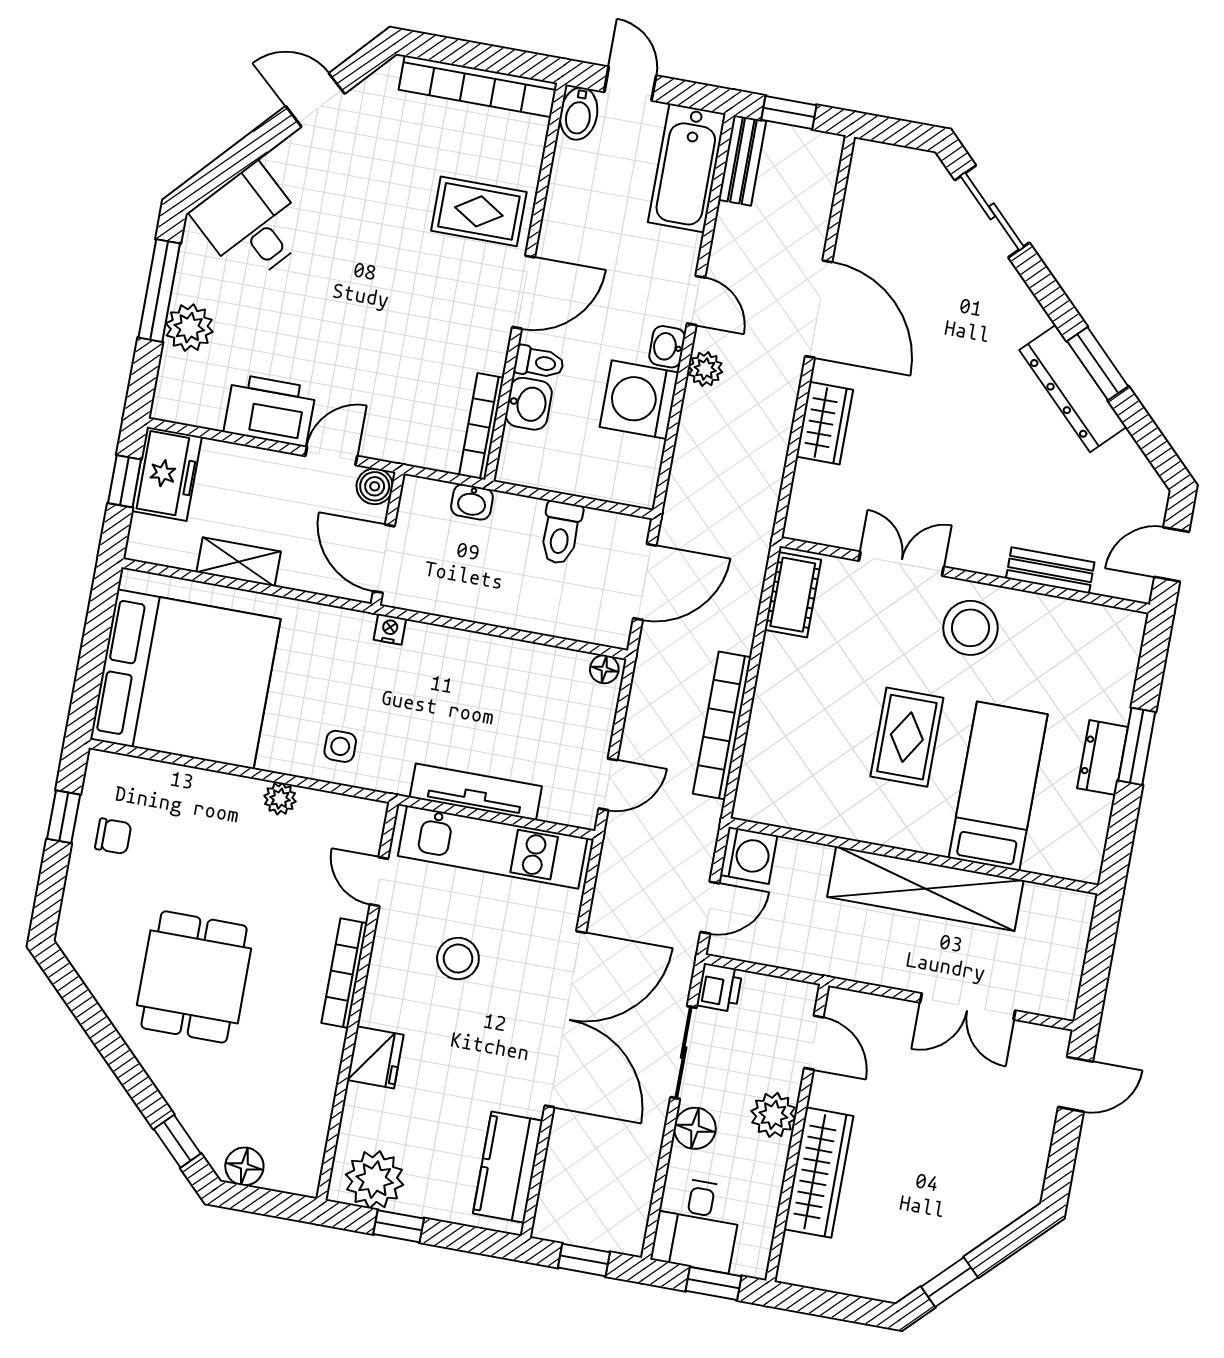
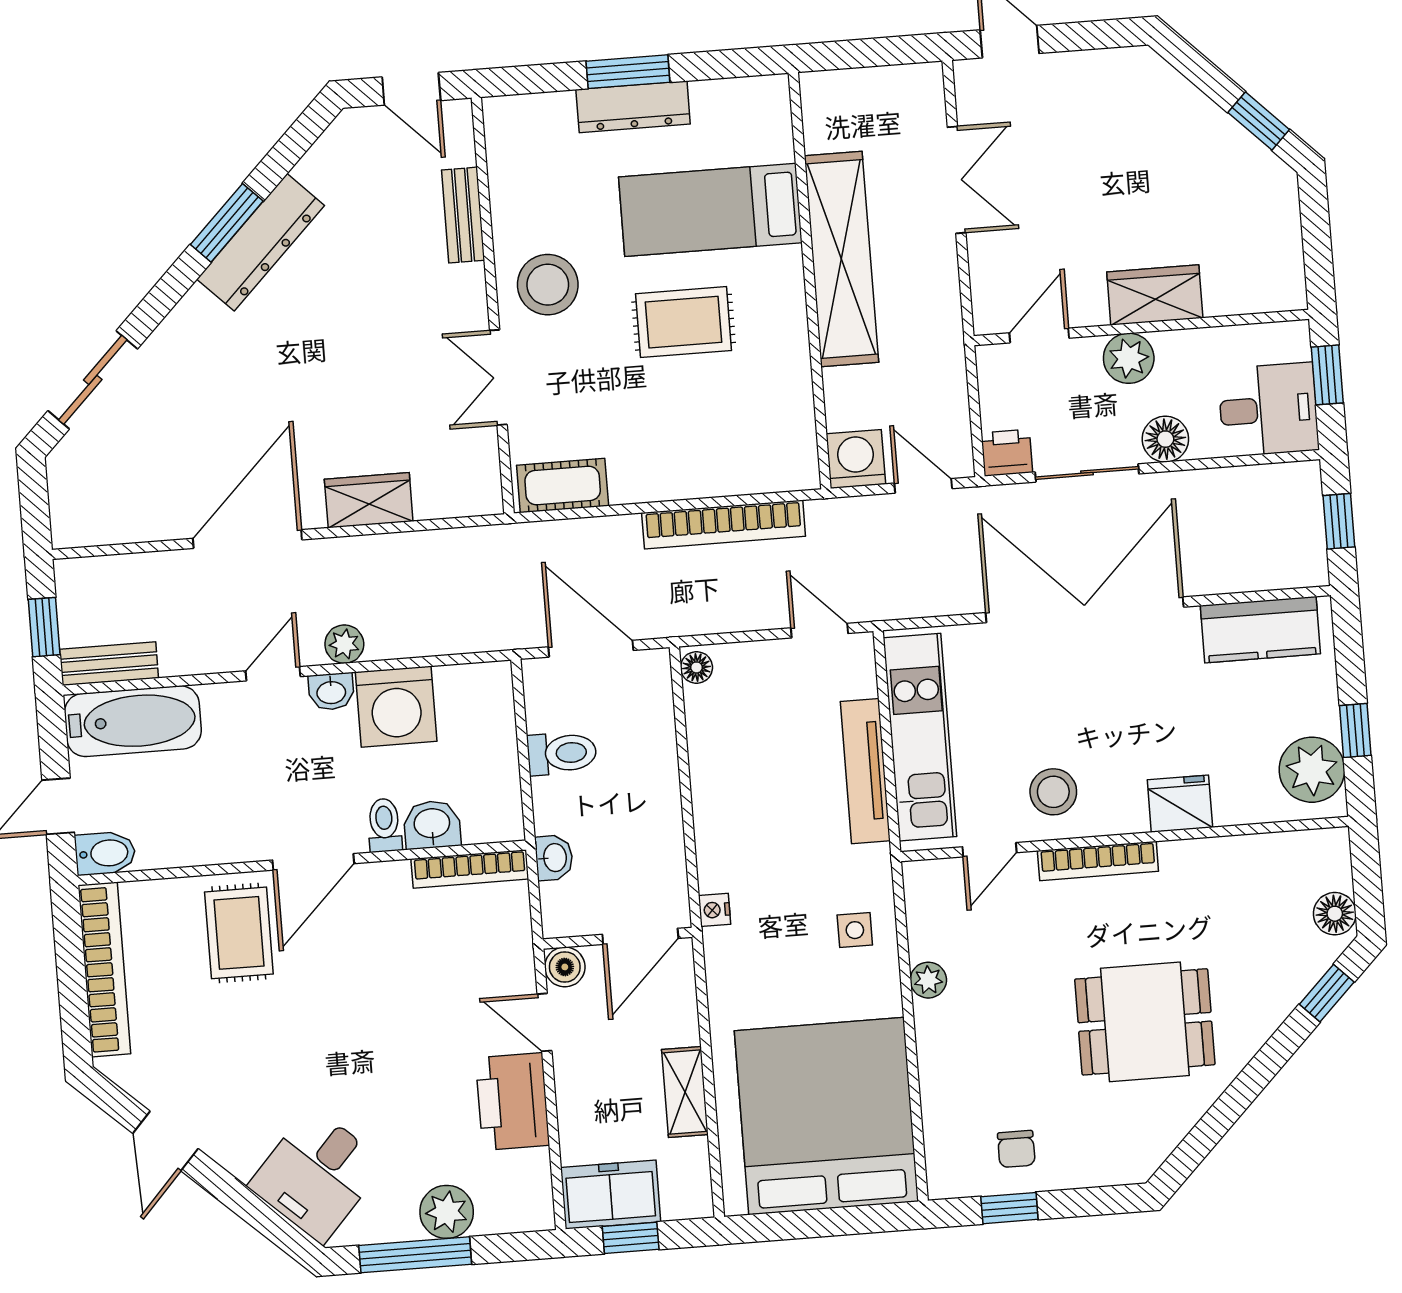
door: (523, 292) -> (313, 862), swing flipped
dresser: (1103, 758) -> (633, 107), width x1.44
chair: (113, 836) -> (1016, 1149), turned 180
stool: (458, 958) -> (1053, 792), moved
wardrobe: (819, 1173) -> (1155, 295), width x0.67

